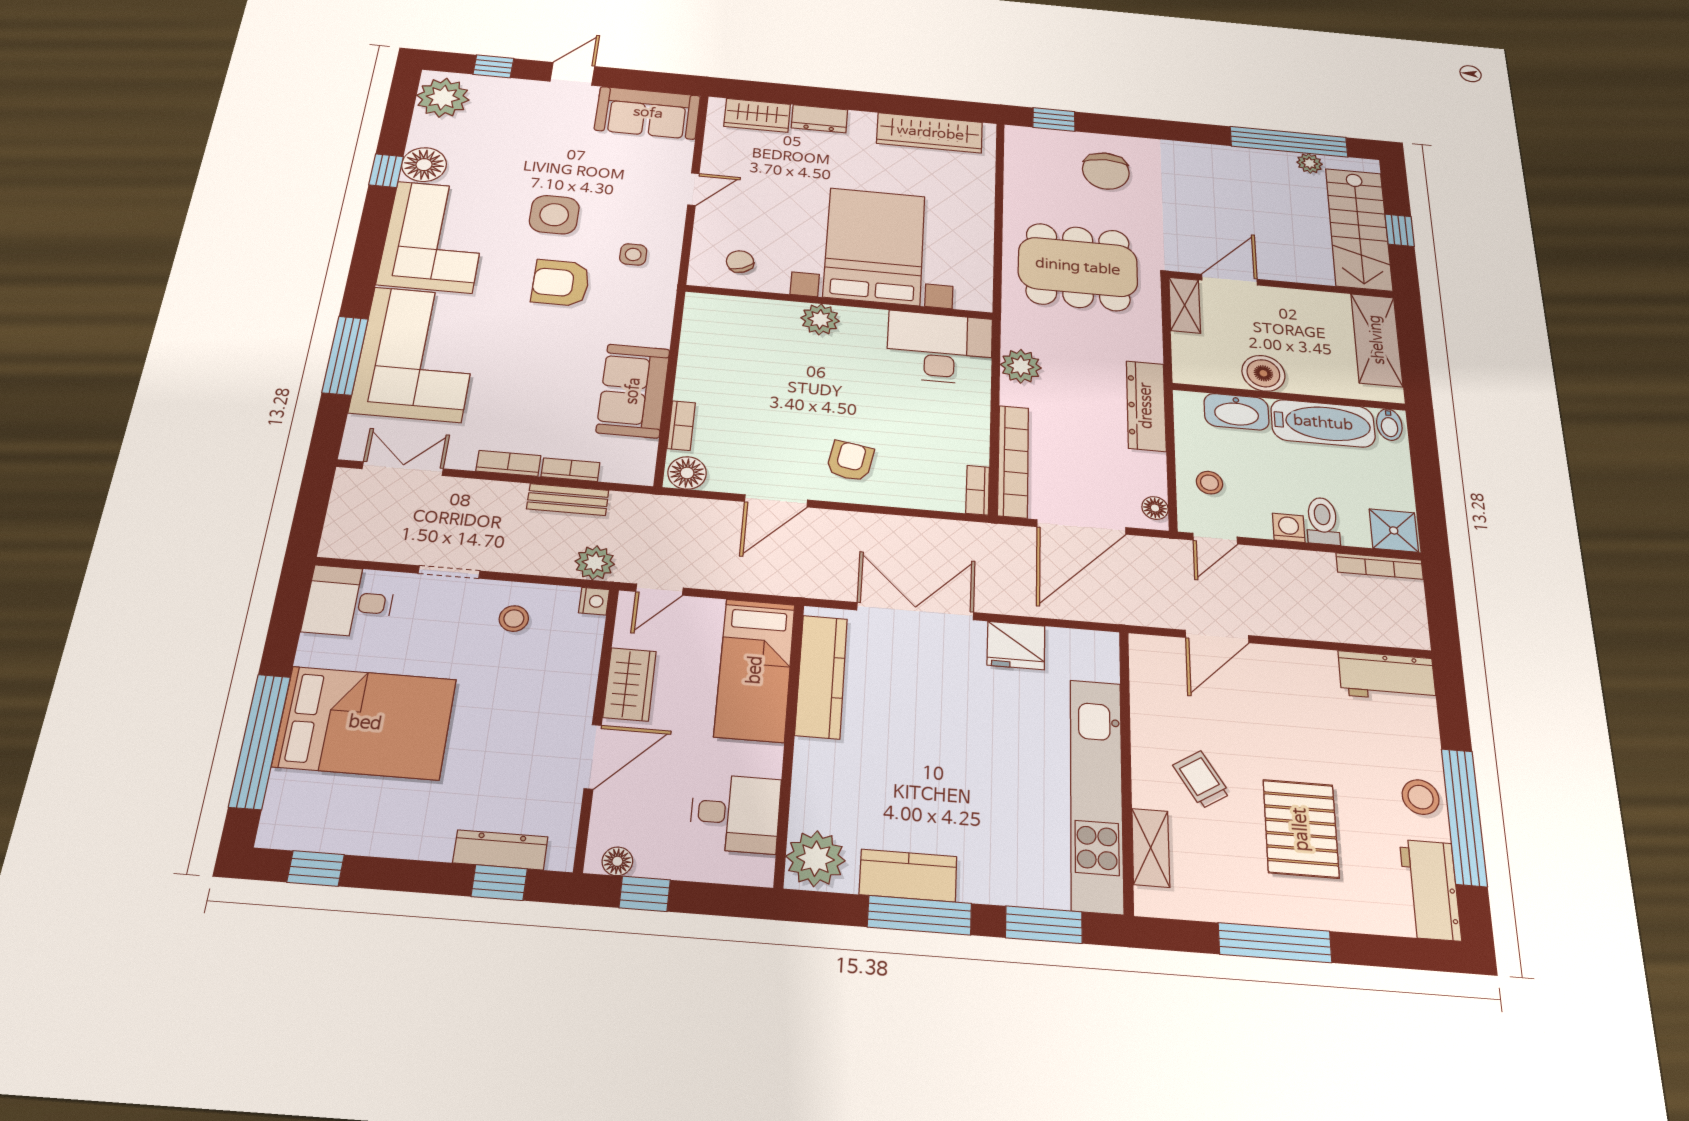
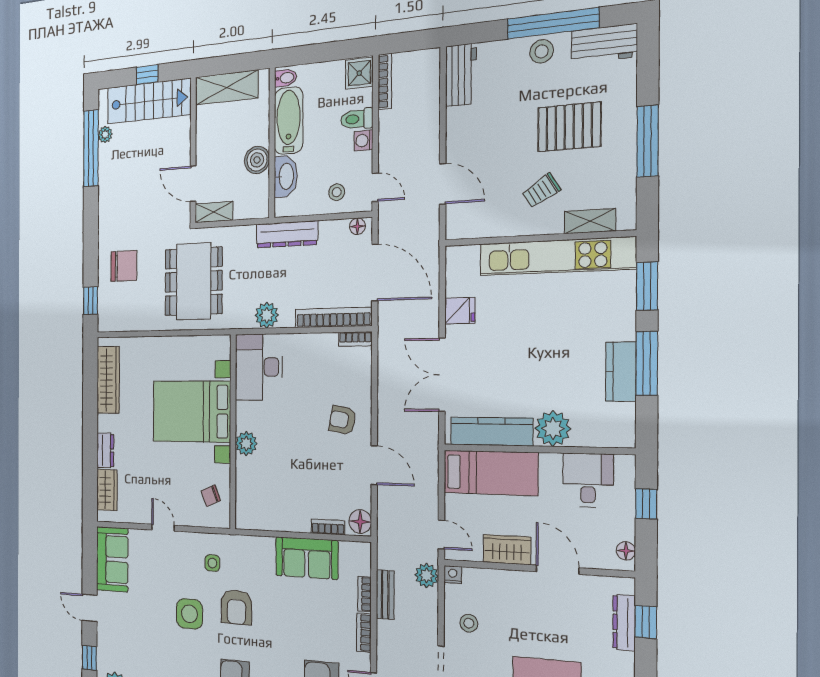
fridge: (1016, 646) -> (460, 311), width x0.72
plant: (816, 859) -> (553, 428), moved
window: (645, 894) -> (646, 504), moved

